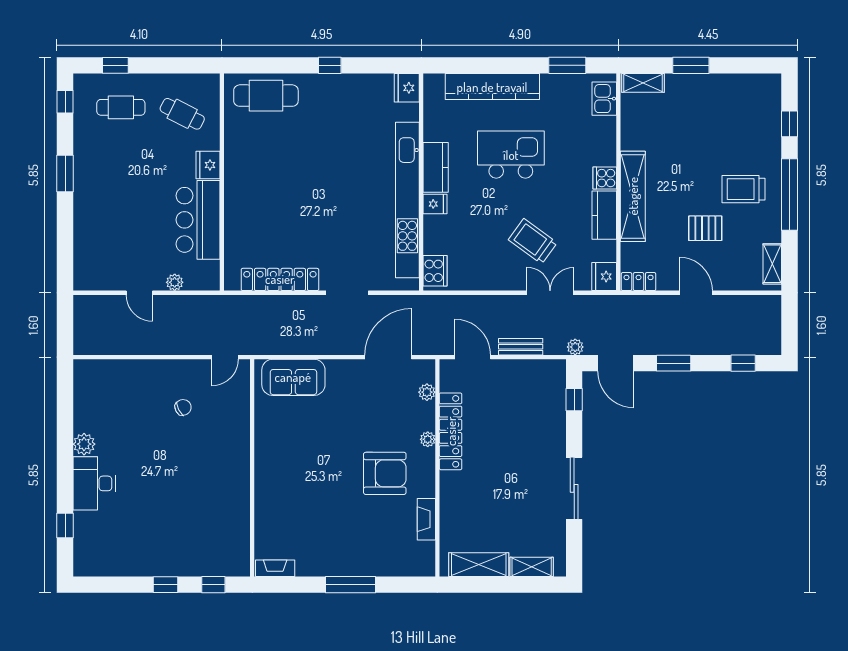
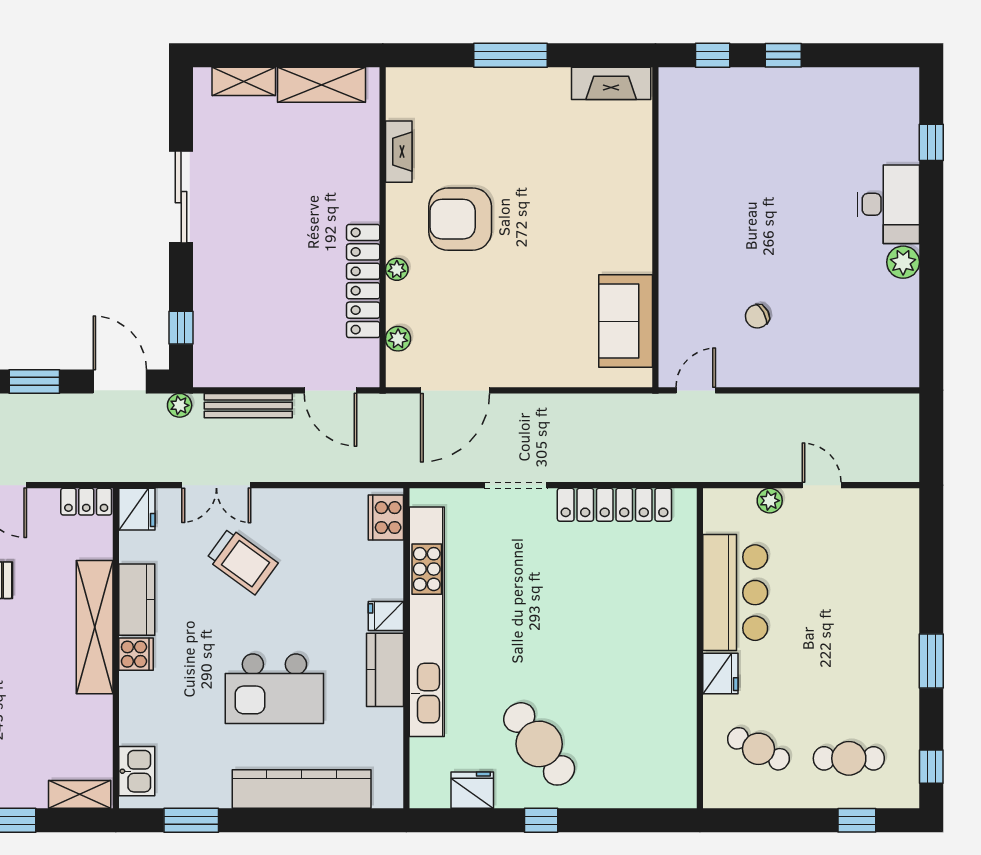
fridge: (407, 88) -> (472, 790), moved, turned -90
cafe table: (266, 96) -> (539, 744), moved, turned 53
bench: (521, 347) -> (248, 406), width x1.36
sofa: (293, 377) -> (626, 321), moved, turned -90
fireplace: (275, 568) -> (611, 83), width x1.37, depth x1.32

